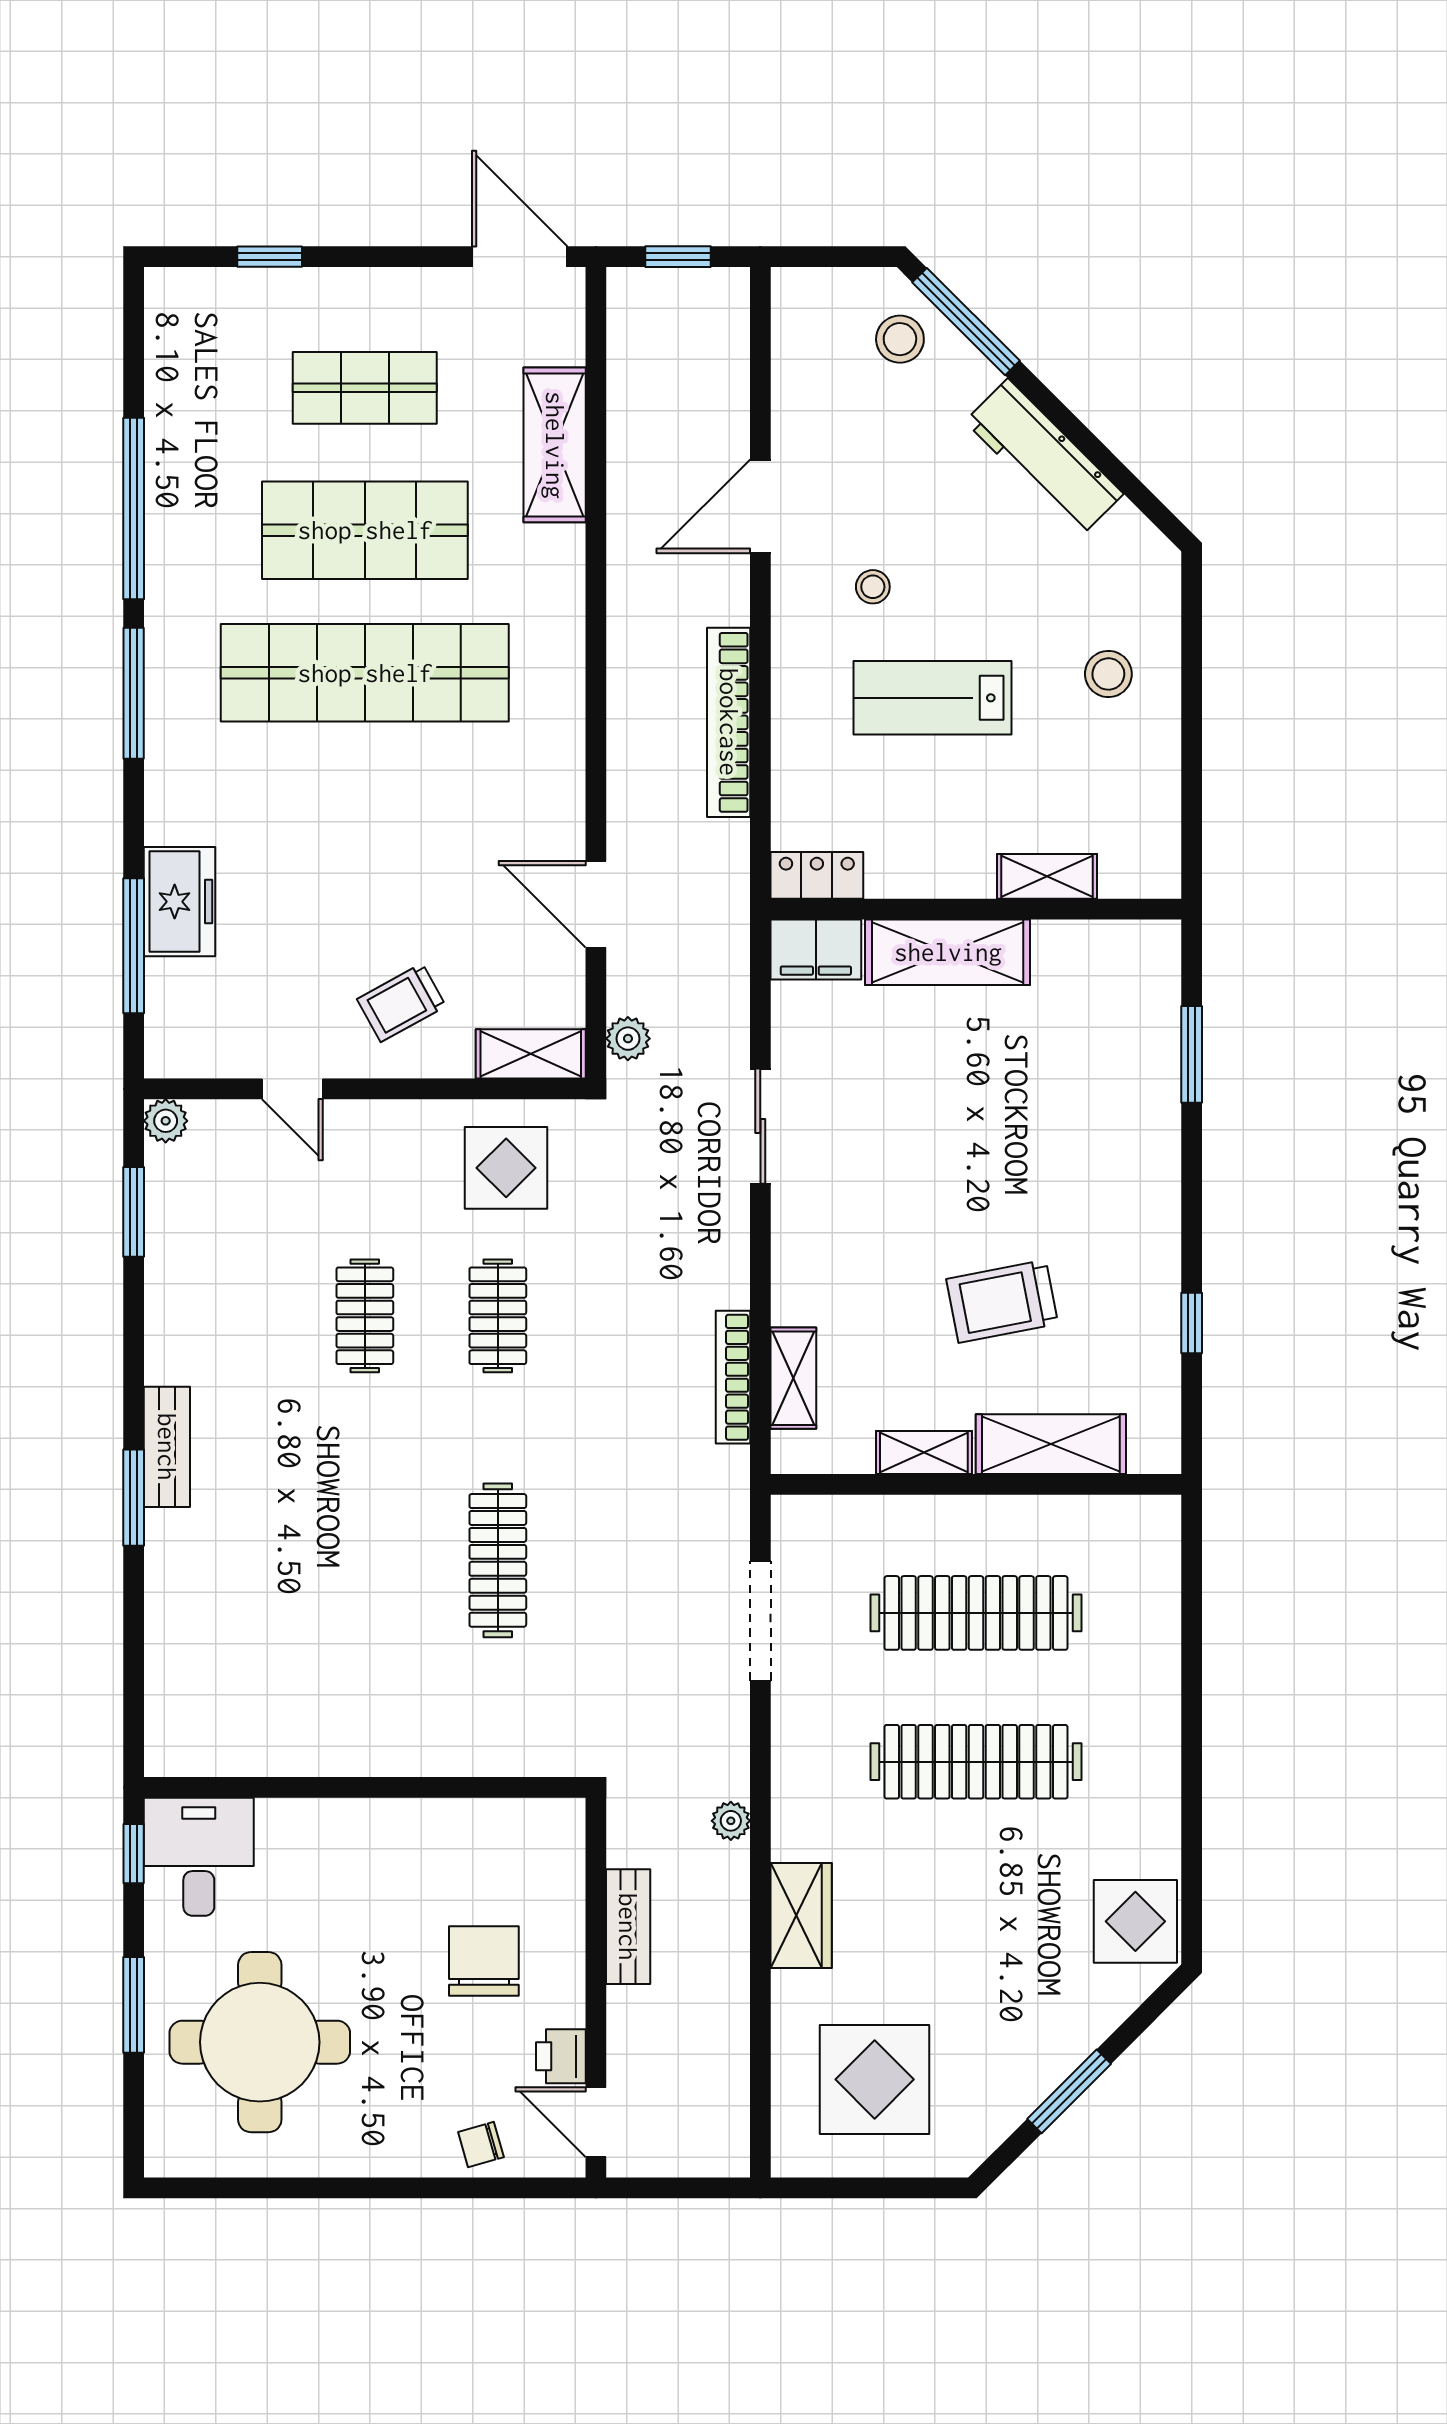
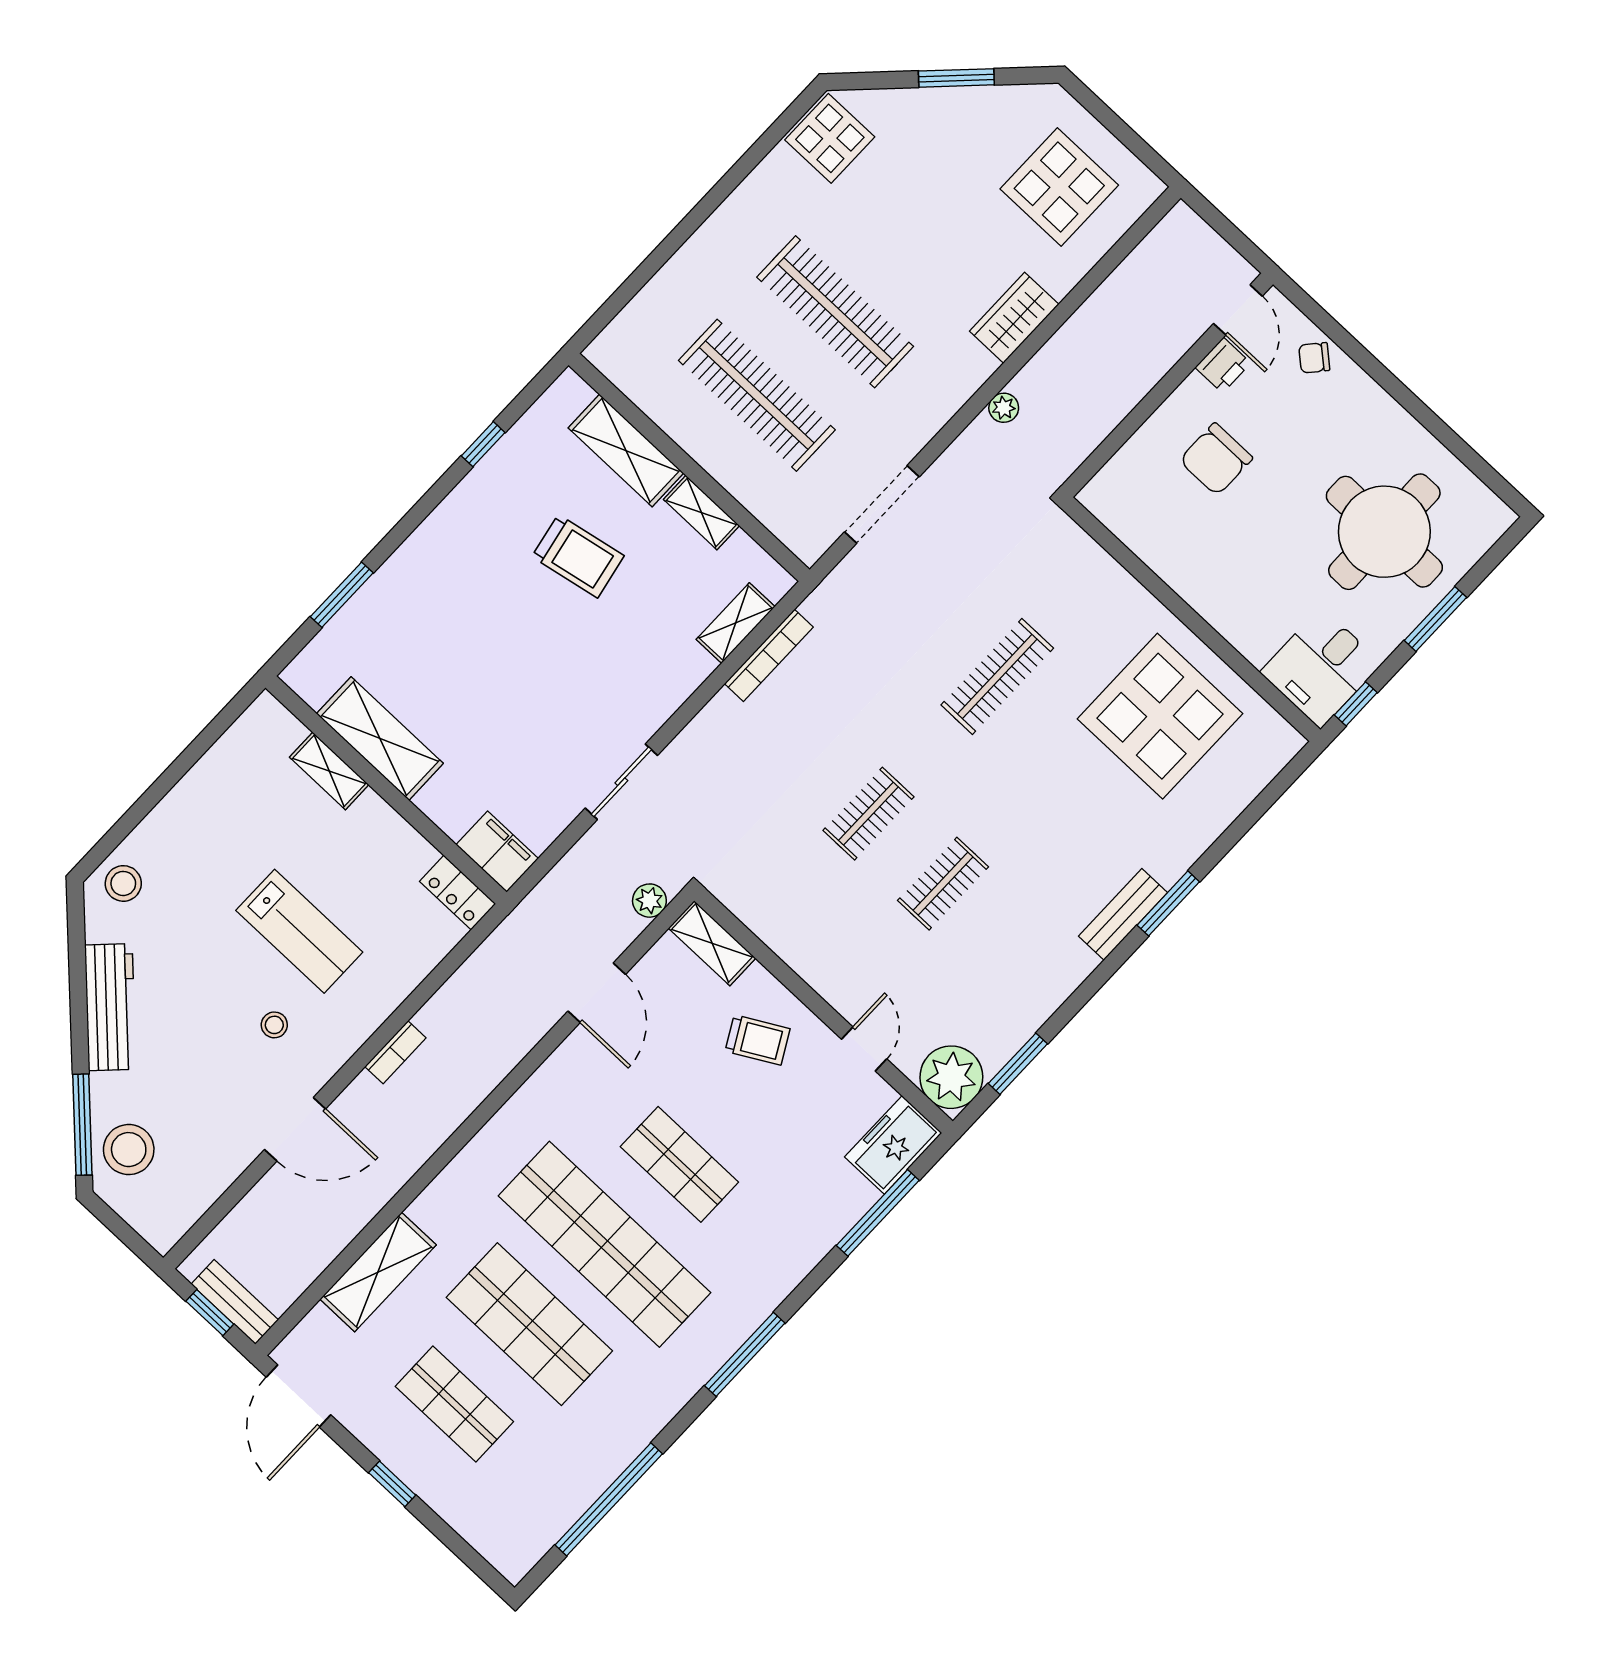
window: (270, 257) -> (392, 1484), moved
stool: (900, 339) -> (129, 1150), width x1.38, depth x1.38
window: (134, 508) -> (609, 1499), moved
stool: (1108, 674) -> (123, 883), moved
bookcase: (729, 722) -> (395, 1052), width x0.43, depth x0.76
shop shelf: (365, 815) -> (679, 1164), added
freezer: (179, 902) -> (893, 1145), moved
shelving: (948, 952) -> (380, 739), moved
plant: (166, 1121) -> (951, 1077), width x1.88, depth x1.88
display table: (506, 1168) -> (1160, 716), moved, width x1.86, depth x1.86
bench: (628, 1927) -> (235, 1302), moved, turned 90
chair: (481, 2145) -> (1314, 358), turned 147

